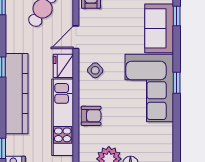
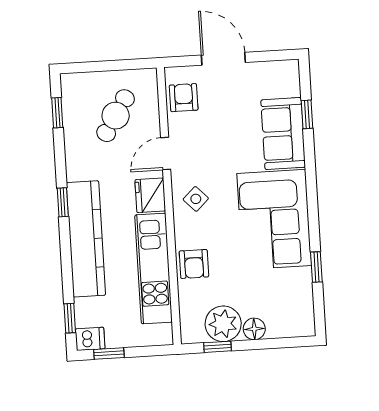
window: (177, 83) -> (316, 267), moved
armchair: (91, 116) -> (194, 264), turned 90

